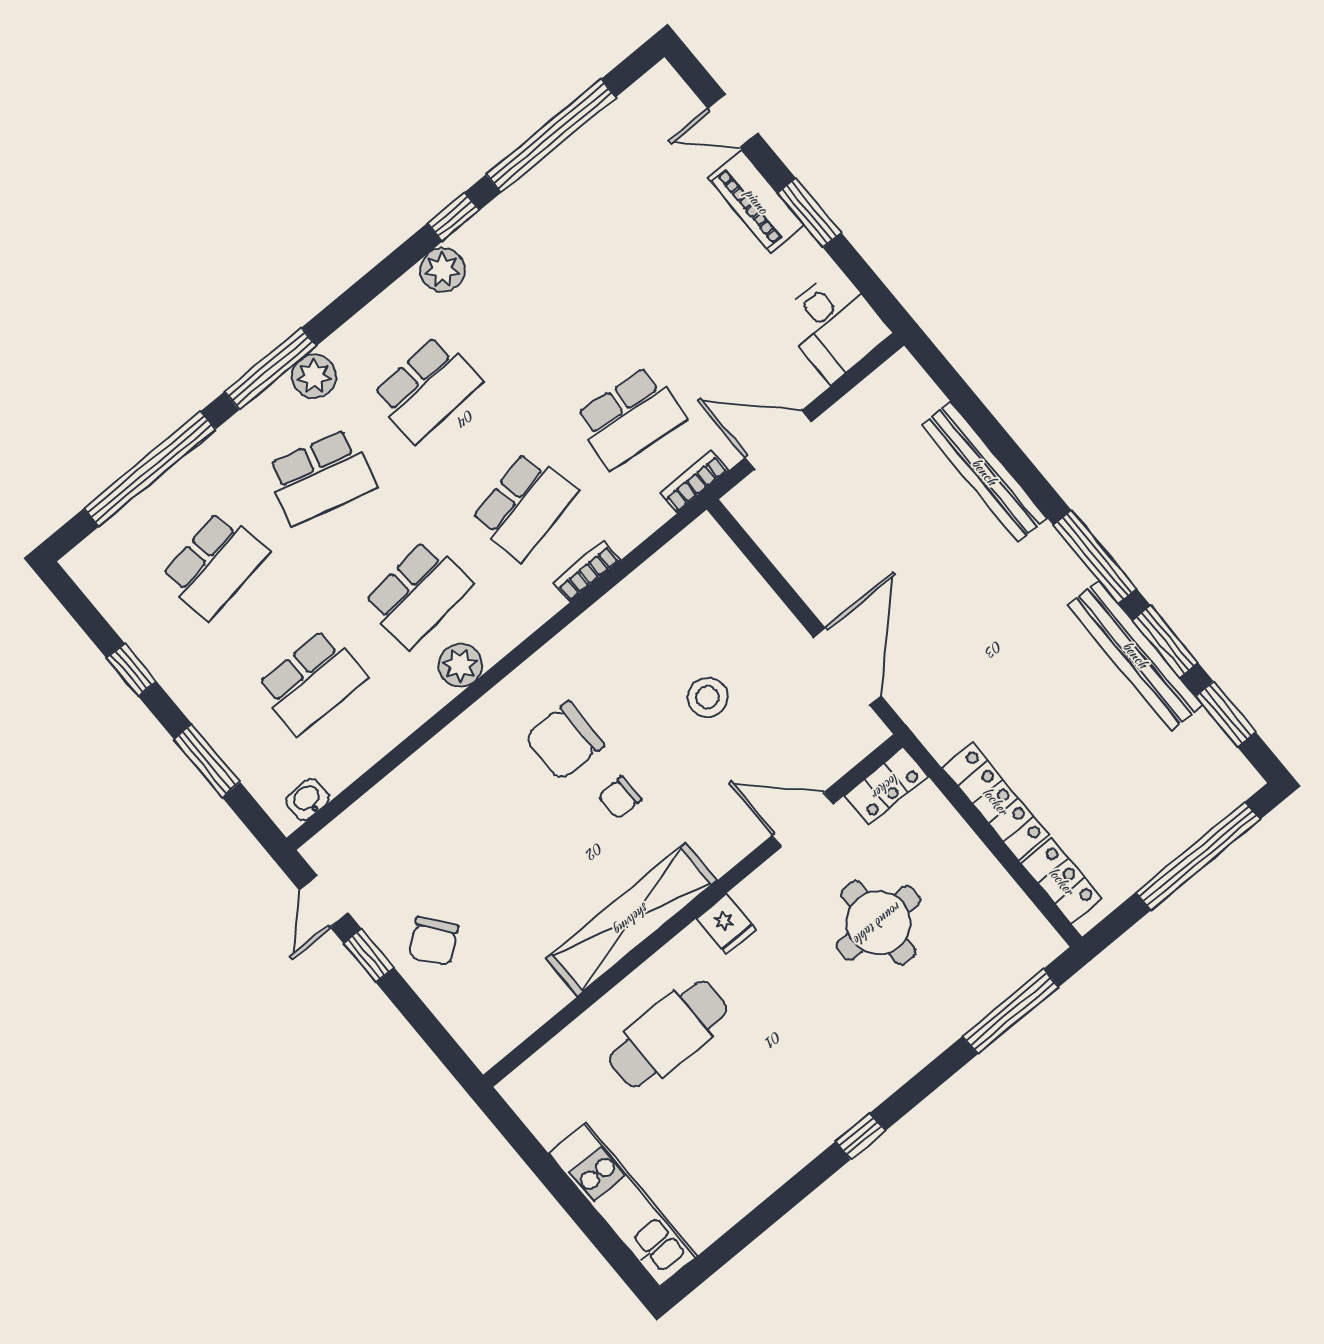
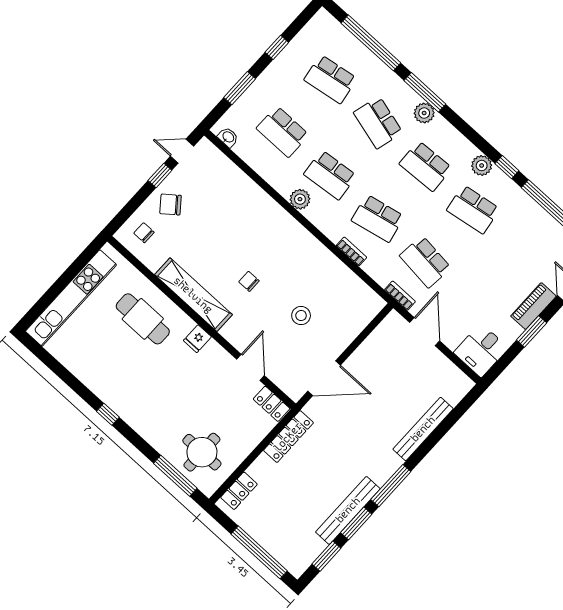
school desk: (533, 301) -> (473, 209), added
chair: (564, 741) -> (144, 233), moved, width x0.54, depth x0.54
locker: (995, 801) -> (288, 437), moved
round table: (878, 923) -> (202, 452), moved
kitchen unit: (623, 1205) -> (71, 298), width x1.36

